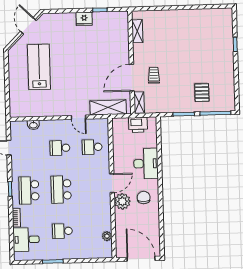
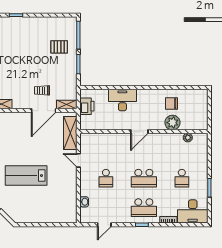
lab bench: (39, 67) -> (26, 176), moved
door: (132, 78) -> (44, 111), hinge flipped
door: (78, 117) -> (78, 160), swing flipped
school desk: (92, 147) -> (106, 149), removed
door: (112, 183) -> (139, 132), swing flipped
chair: (144, 198) -> (172, 103), moved
plant: (122, 201) -> (172, 123), moved
desk: (26, 240) -> (193, 211), width x1.37
door: (141, 259) -> (209, 107), removed

